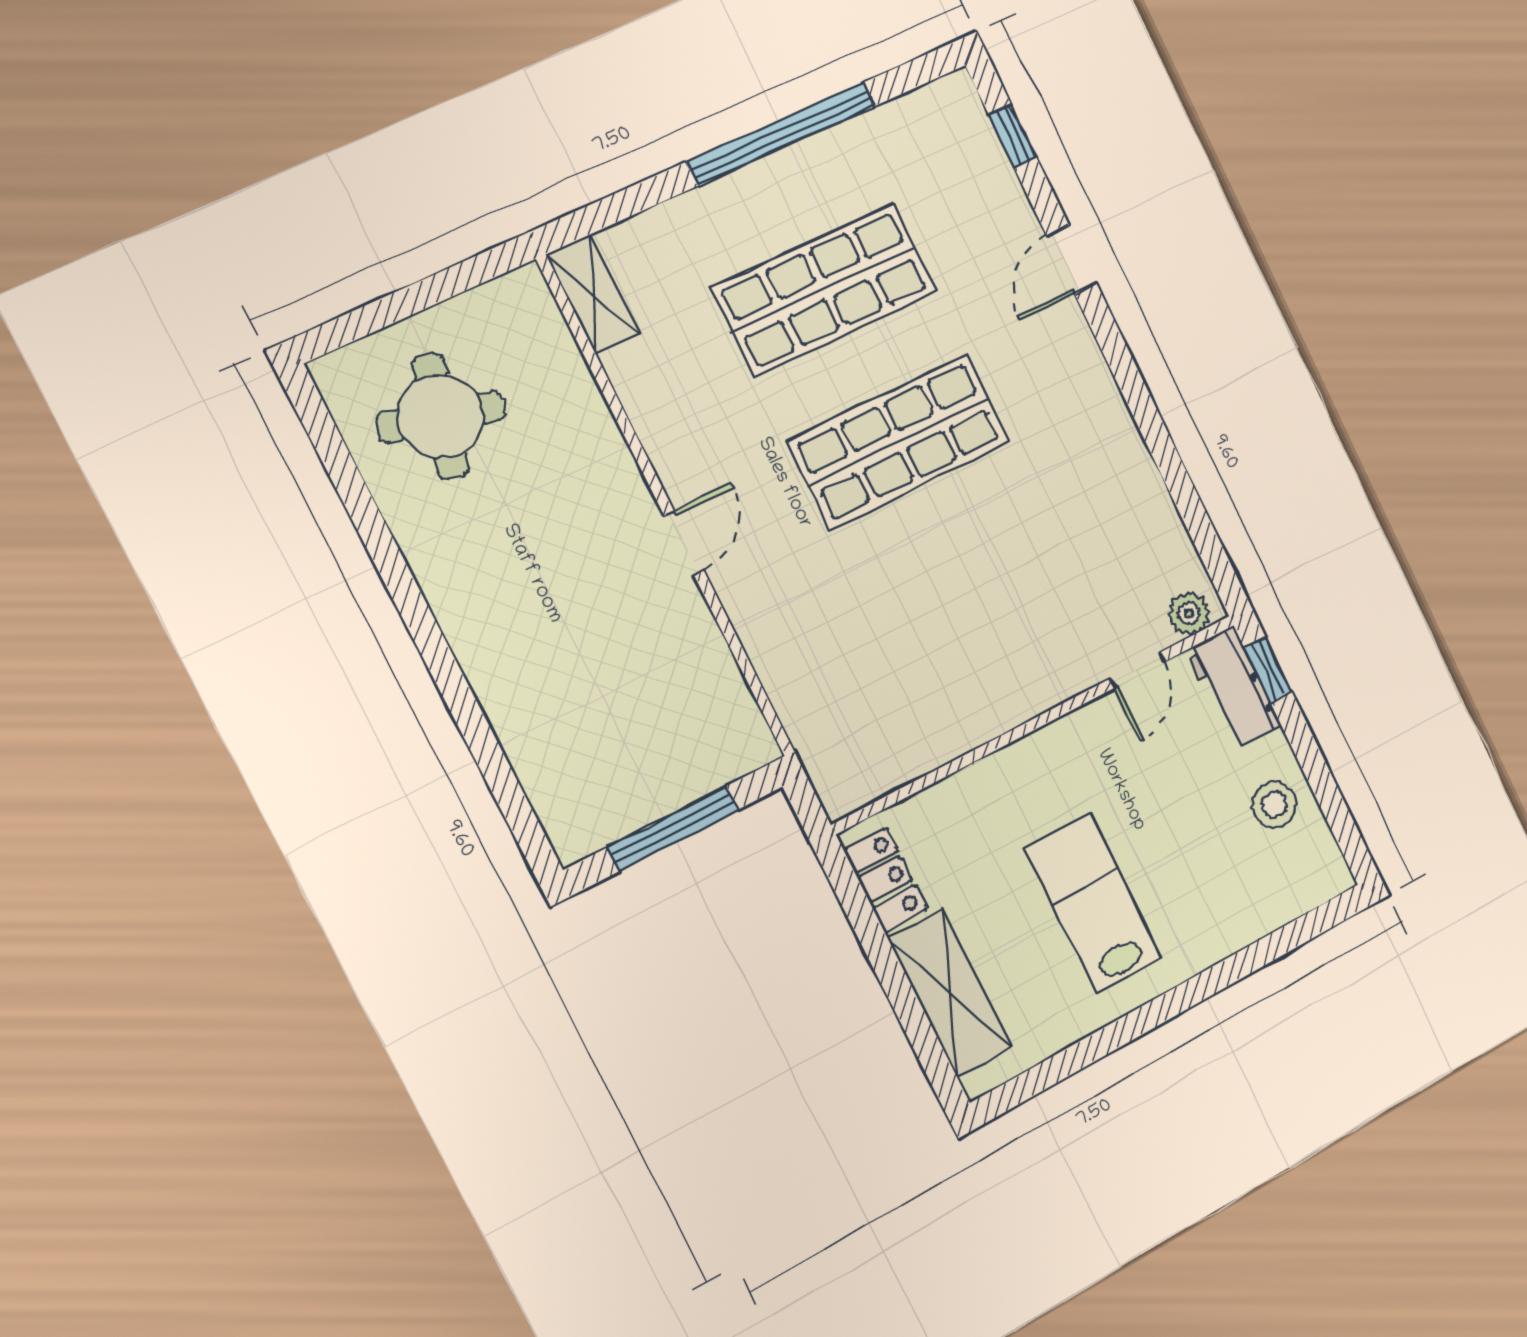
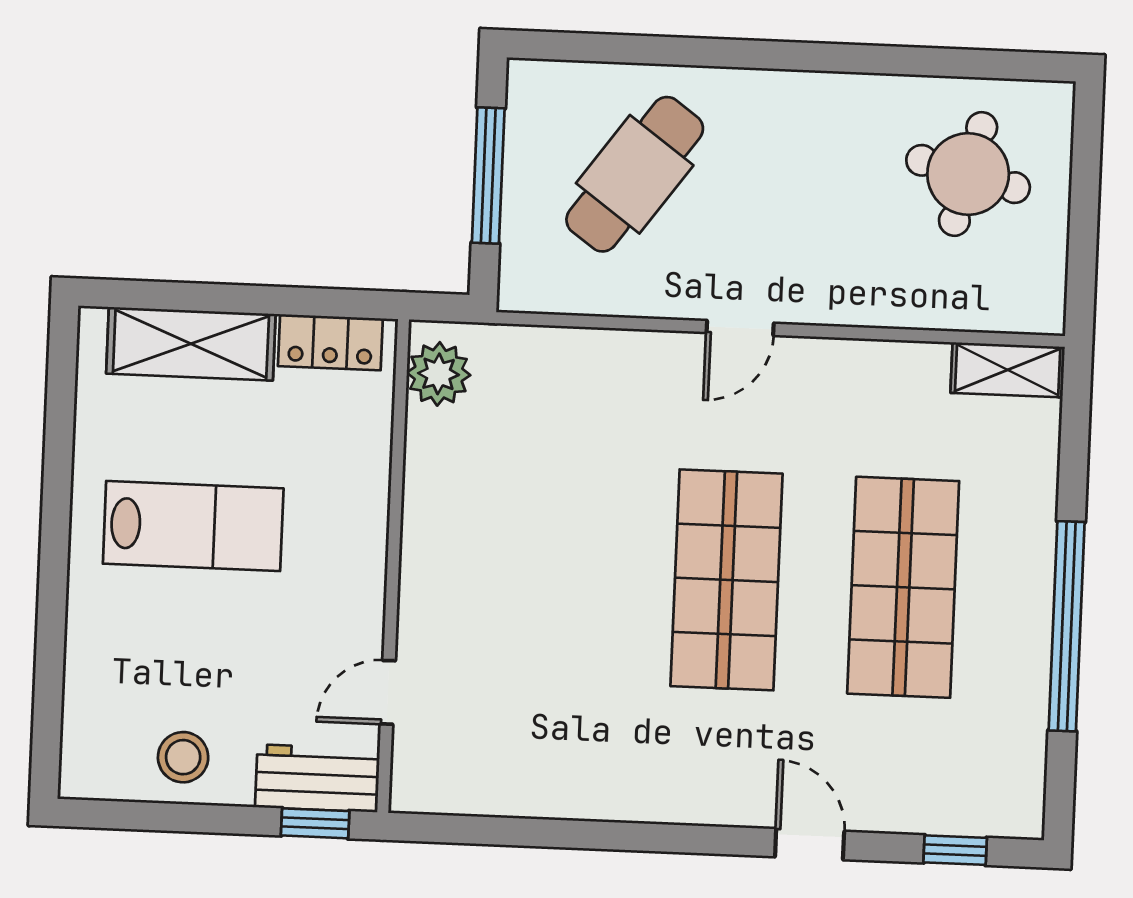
door: (684, 543) -> (740, 328), hinge flipped
plant: (1189, 613) -> (438, 374), moved, width x1.38, depth x1.38
door: (1138, 670) -> (388, 692), hinge flipped
cafe table: (603, 705) -> (635, 174), added

